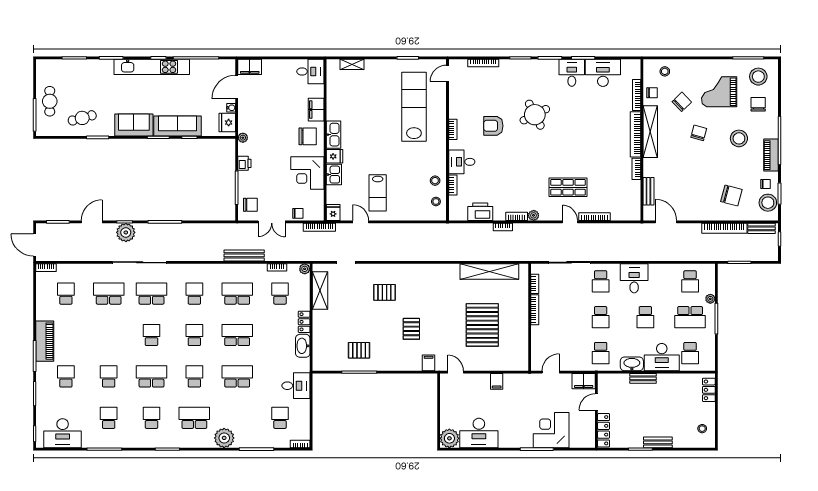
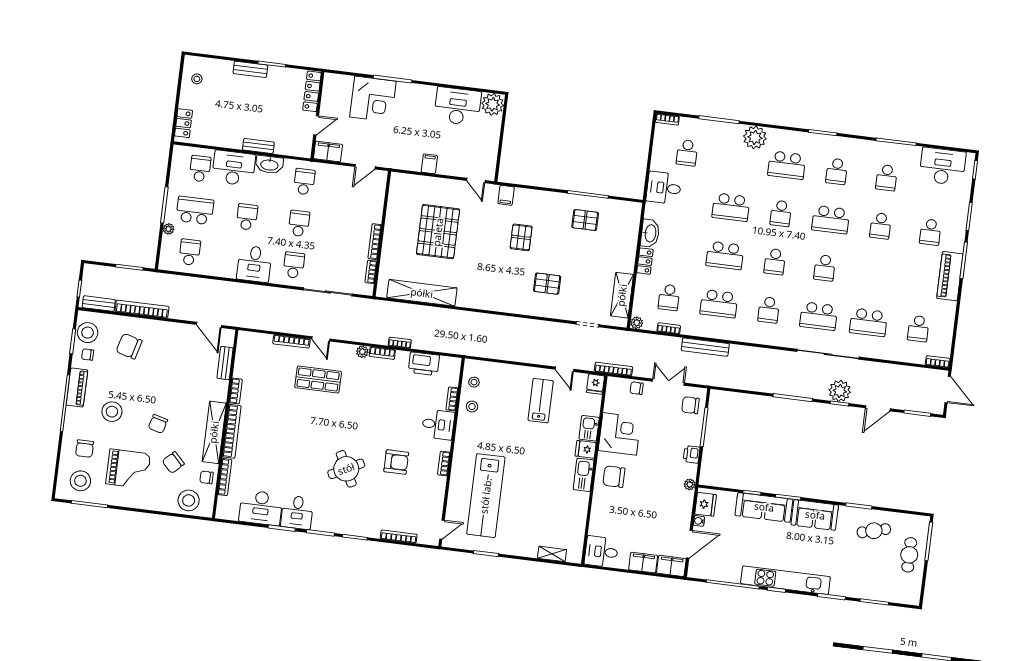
stool: (665, 71) -> (189, 500), width x1.89, depth x1.89
filing cabinet: (316, 110) -> (643, 563), moved, turned -90

